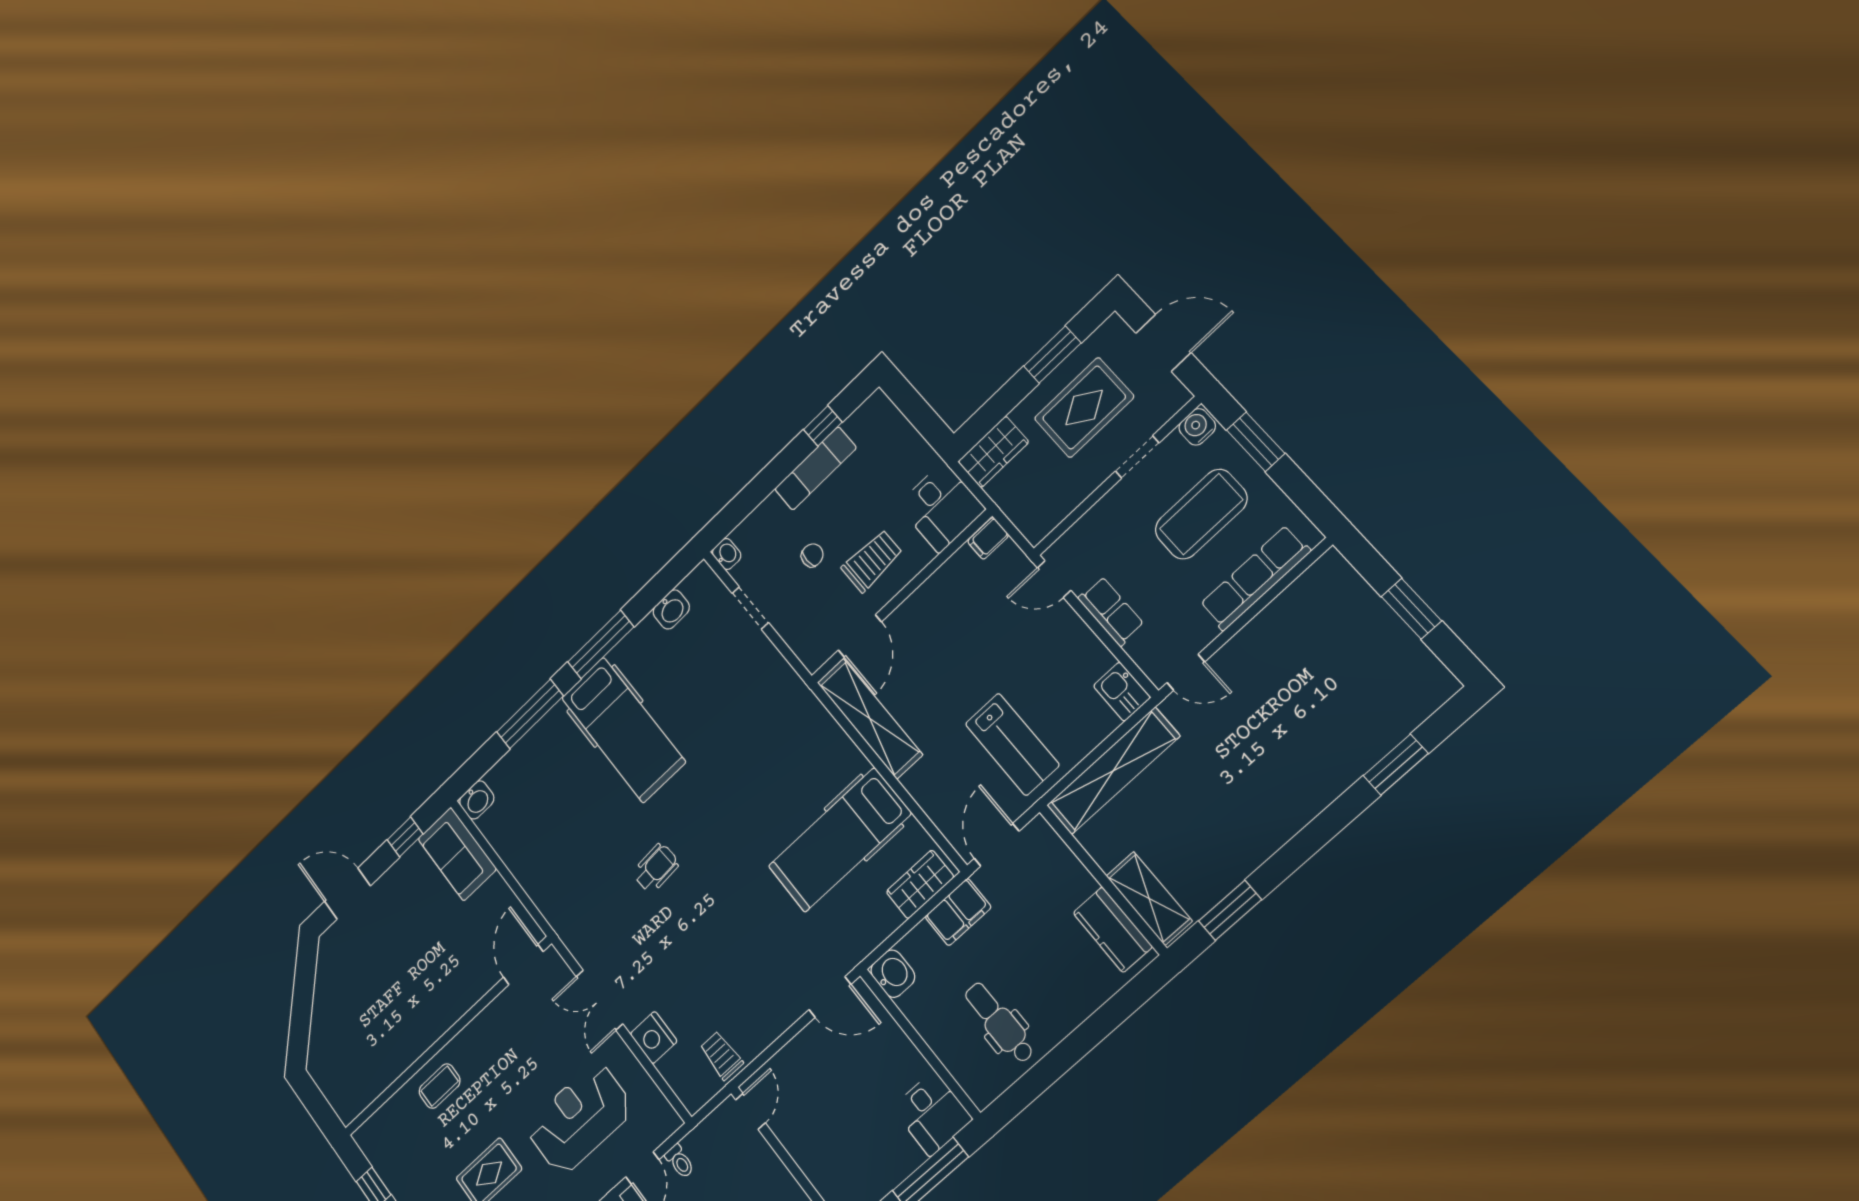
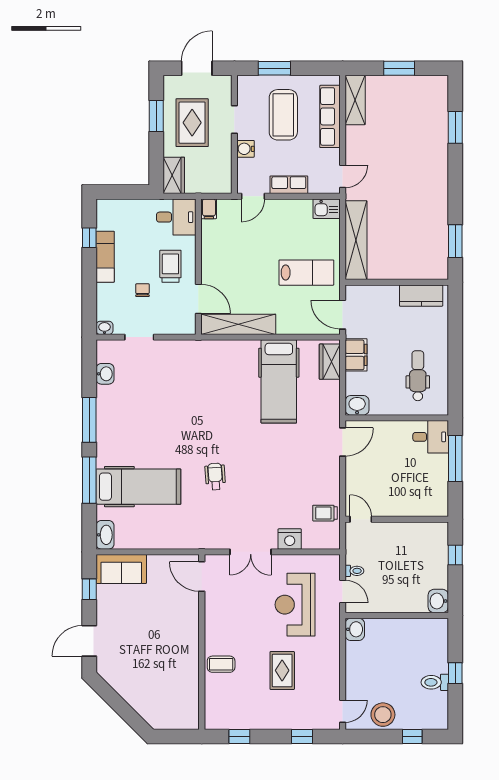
water cooler: (1197, 427) -> (246, 149), moved
hospital bed: (623, 730) -> (138, 487), moved
washbasin: (477, 800) -> (105, 535), width x1.38
shelving: (1149, 898) -> (355, 100), moved, turned 90
dental chair: (999, 1023) -> (418, 376), turned 90
coffee table: (440, 1086) -> (221, 664), turned 90

